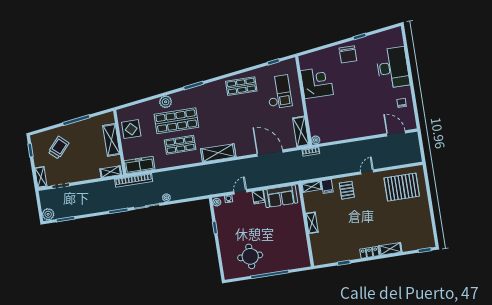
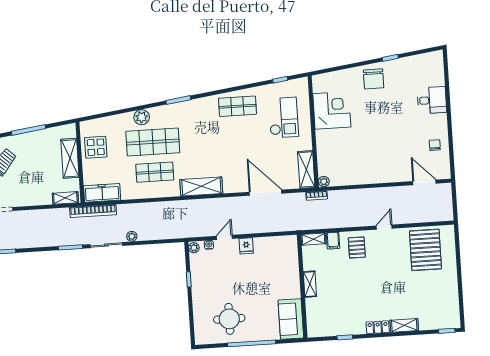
desk: (393, 68) -> (432, 100), width x0.53, depth x0.77
pallet: (402, 187) -> (425, 250), turned 90
sofa: (281, 196) -> (291, 319), moved, turned 90

